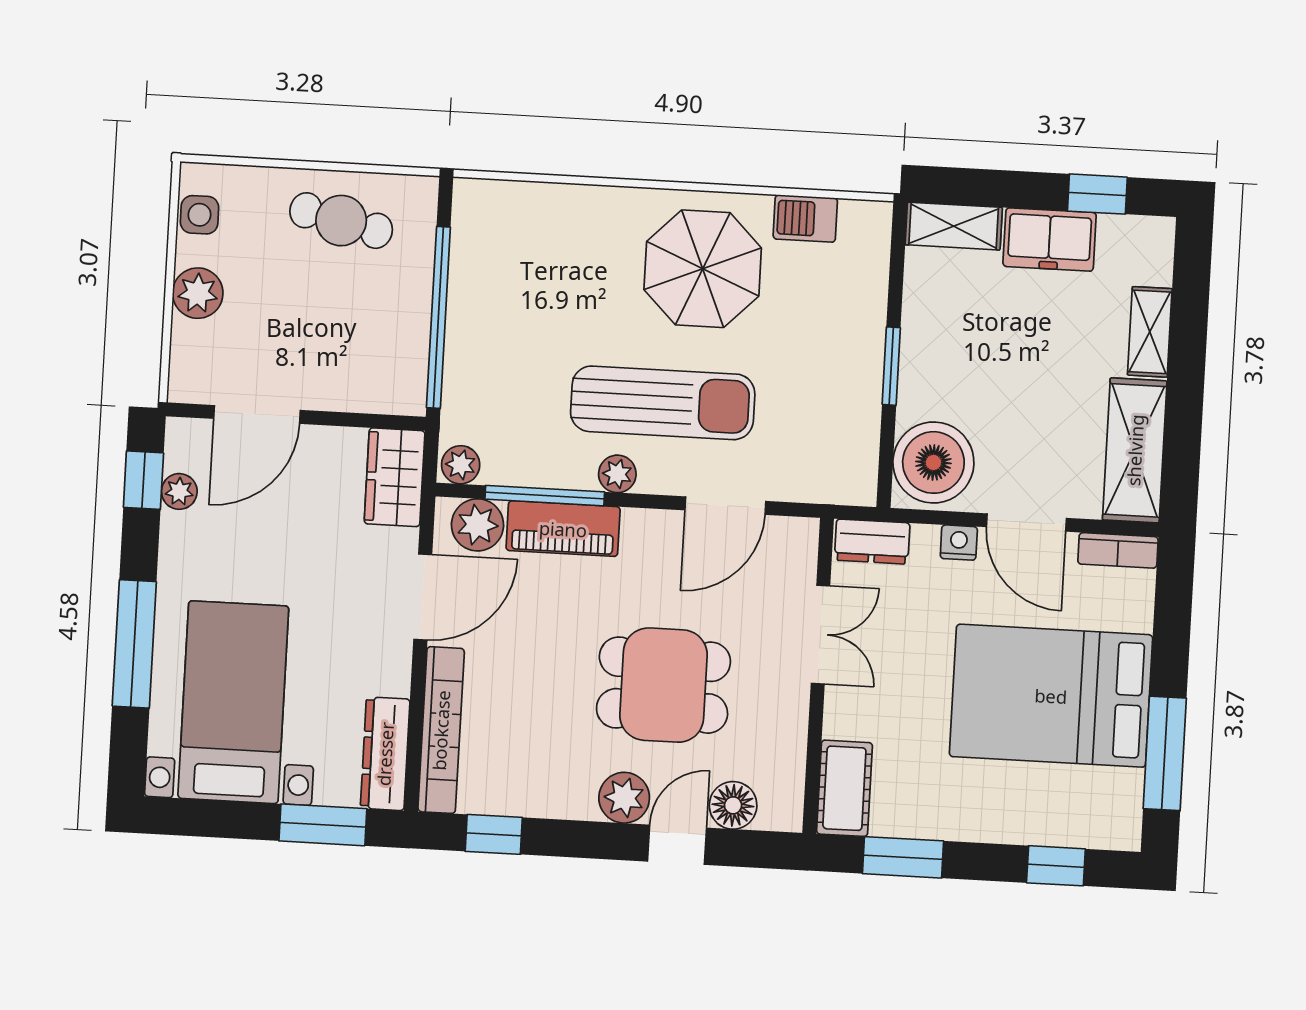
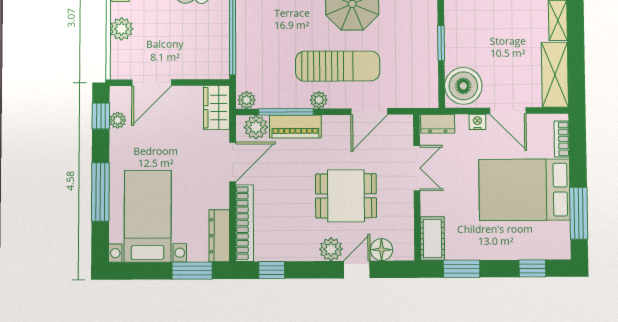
bookcase: (1118, 550) -> (562, 139), moved, turned 90

